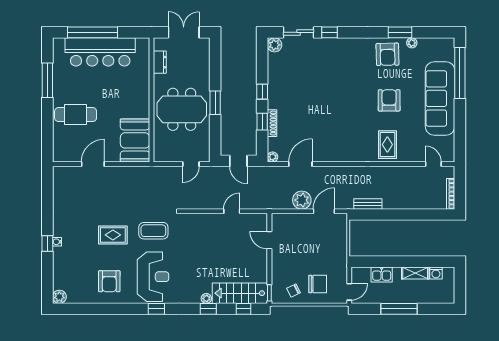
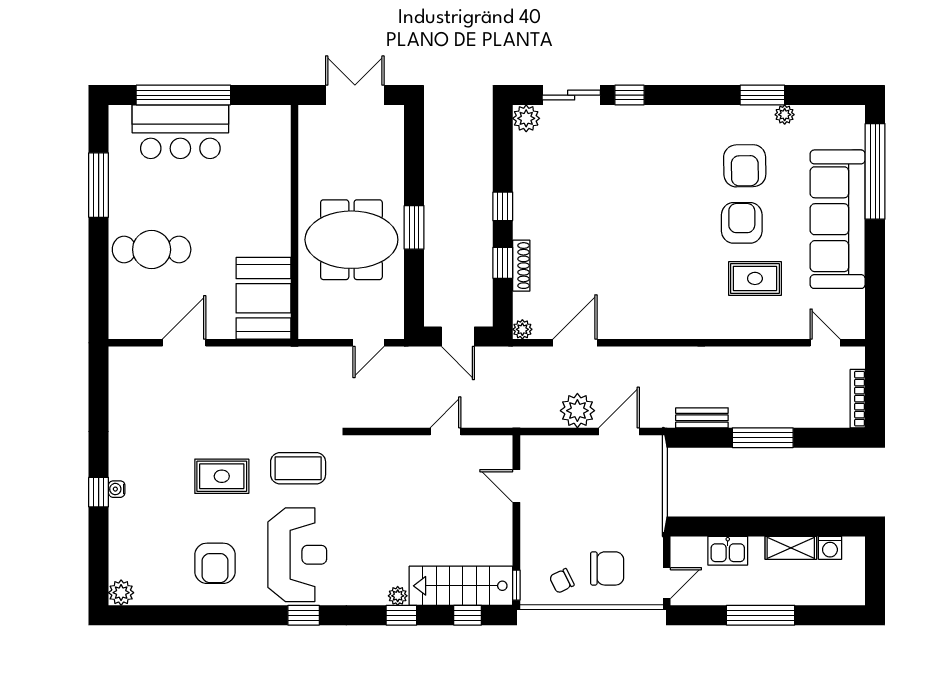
bar counter: (100, 52) -> (180, 132), width x0.73
armchair: (388, 54) -> (745, 166), moved
dresser: (160, 62) -> (310, 151), removed
rug: (387, 145) -> (755, 278), moved, turned 90
window: (400, 214) -> (763, 438), added

